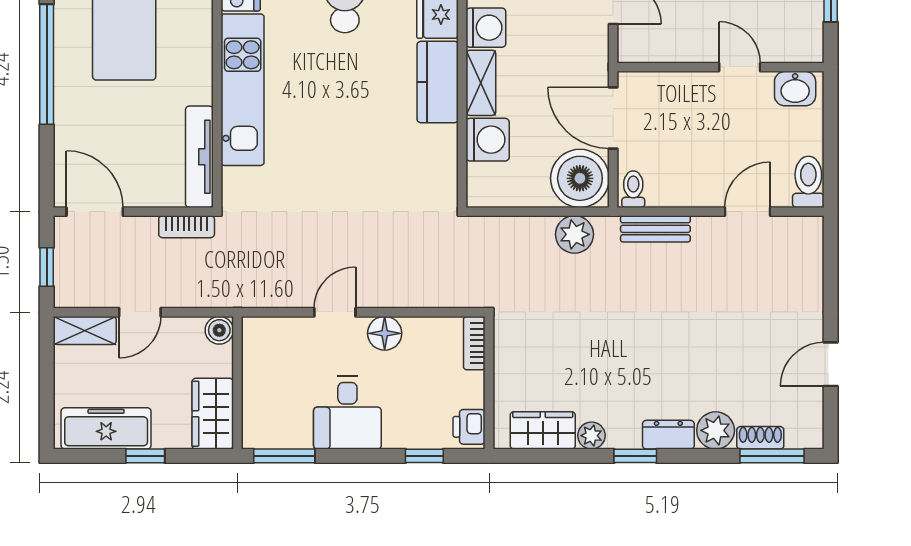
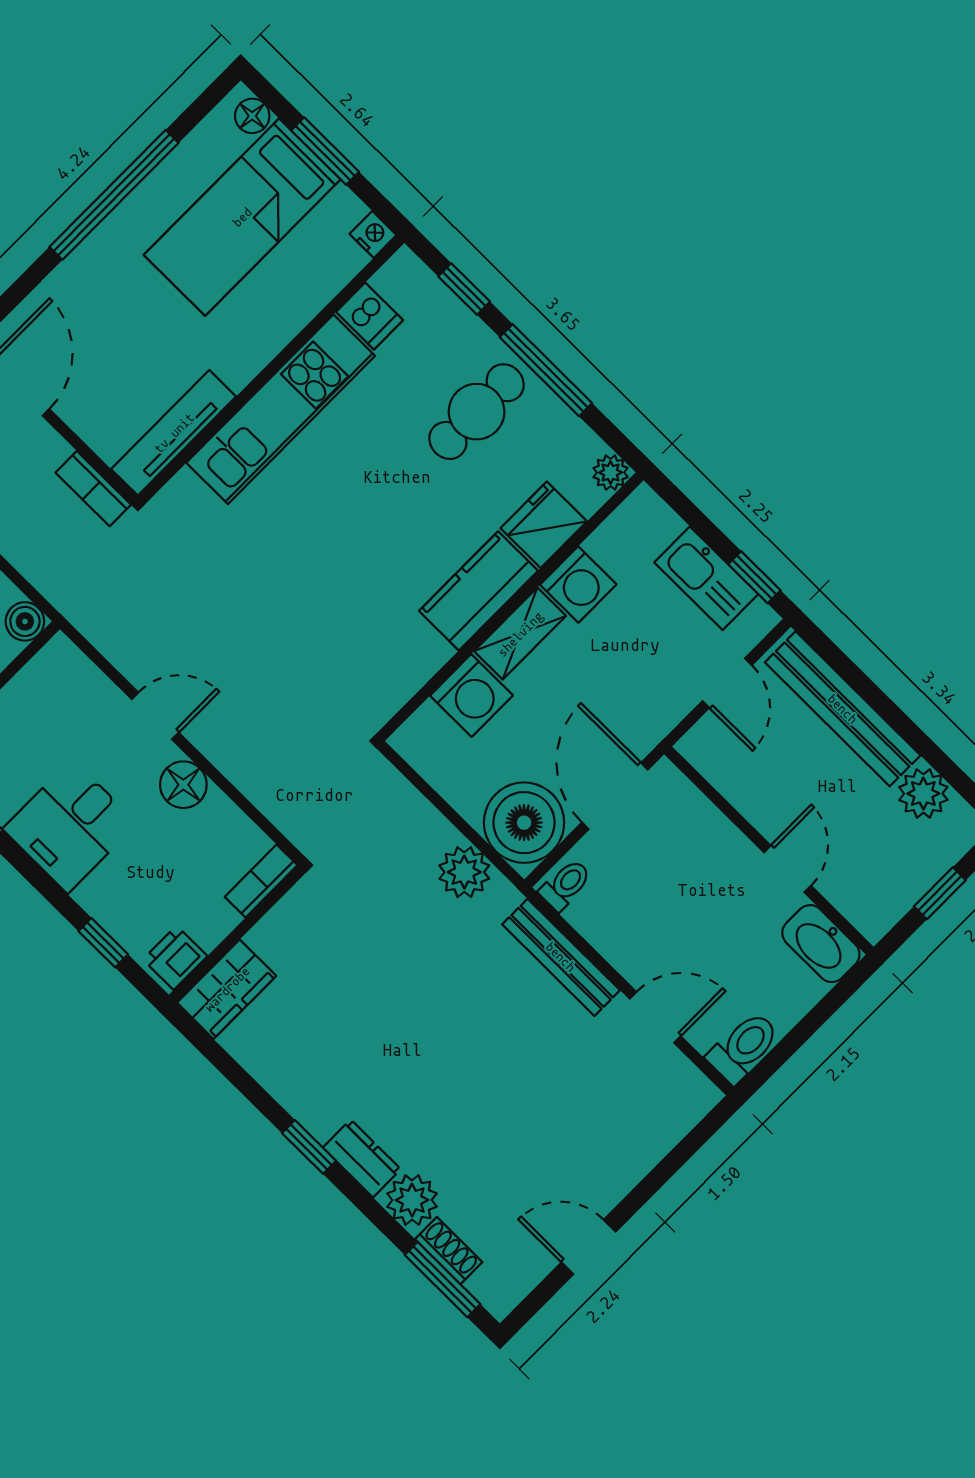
washbasin: (795, 89) -> (821, 944), width x1.38
bench: (655, 229) -> (561, 957), width x1.36
wardrobe: (543, 430) -> (227, 989), moved, turned 90
plant: (591, 436) -> (286, 1085), removed

